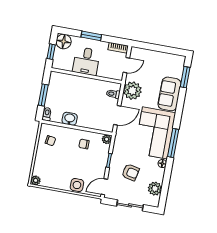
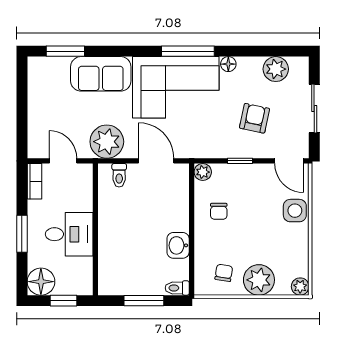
plant: (43, 159) -> (259, 280), added

